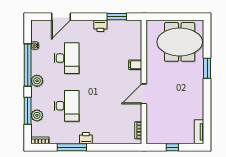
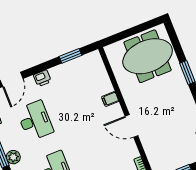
printer: (100, 26) -> (42, 78), moved
door: (144, 94) -> (132, 126), hinge flipped

